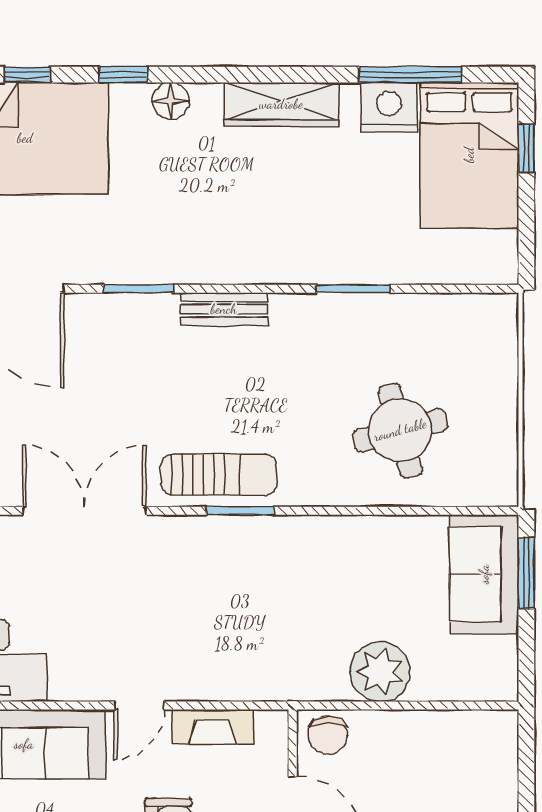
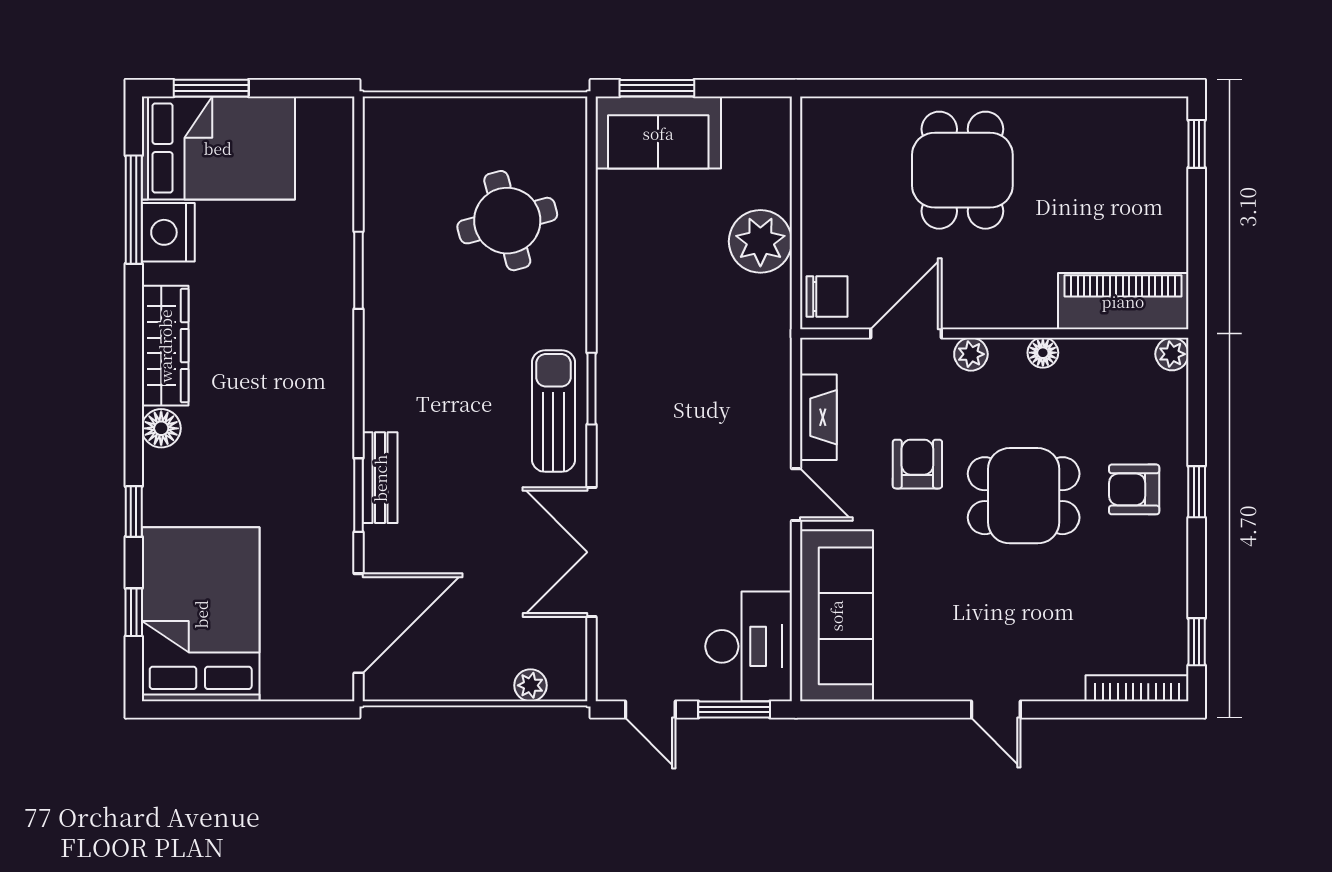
floor lamp: (171, 101) -> (161, 428), moved
window: (526, 148) -> (211, 88), width x1.50
bench: (224, 309) -> (380, 478), moved

